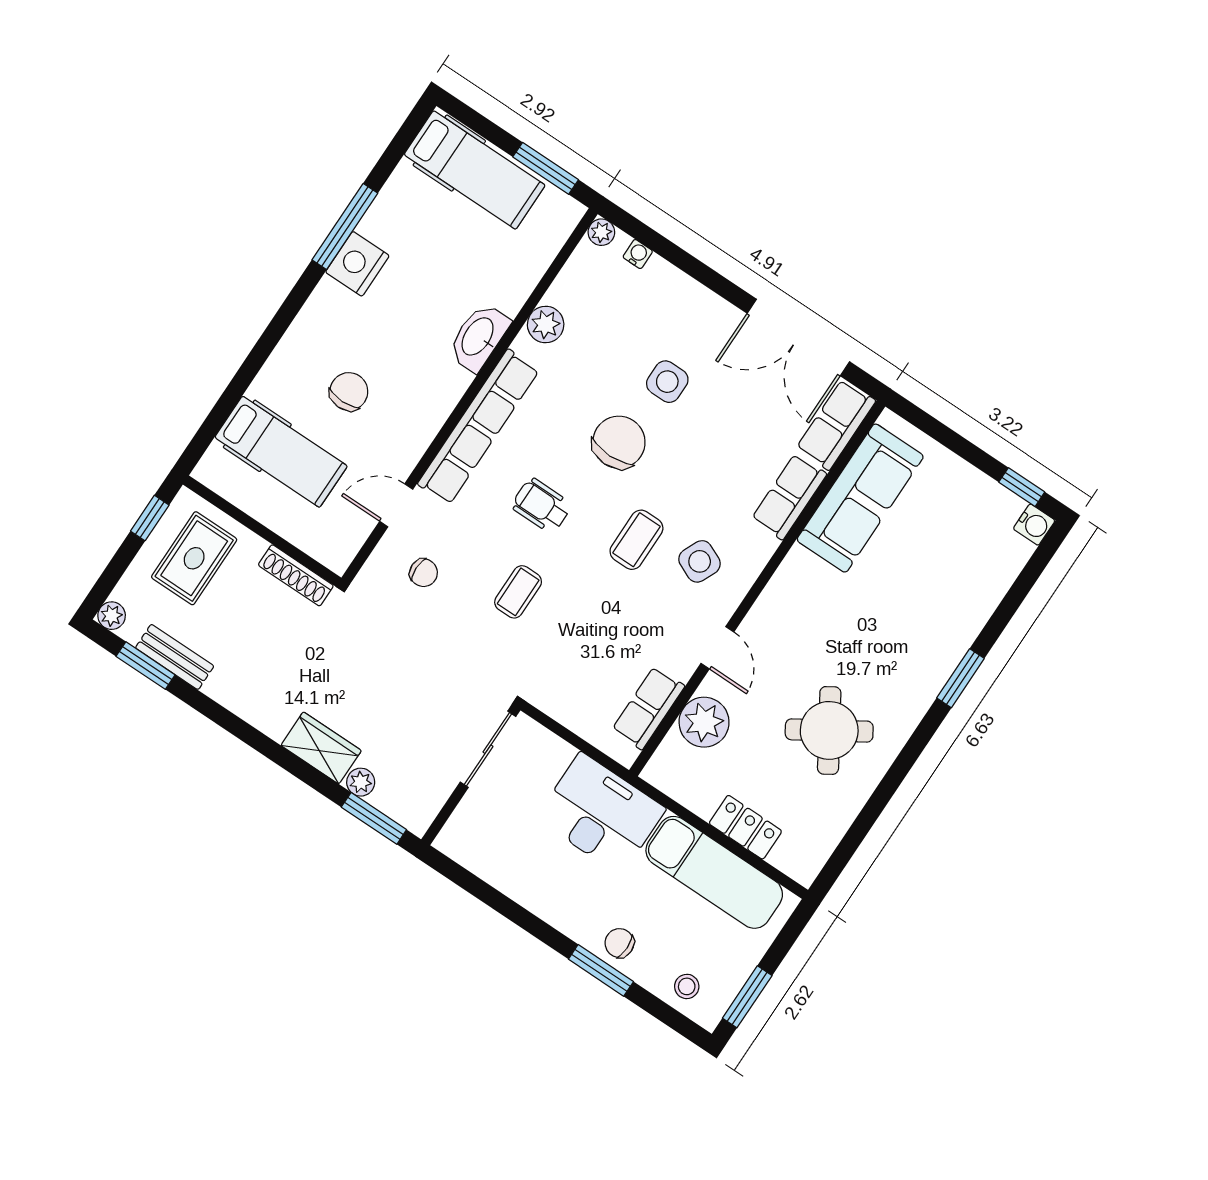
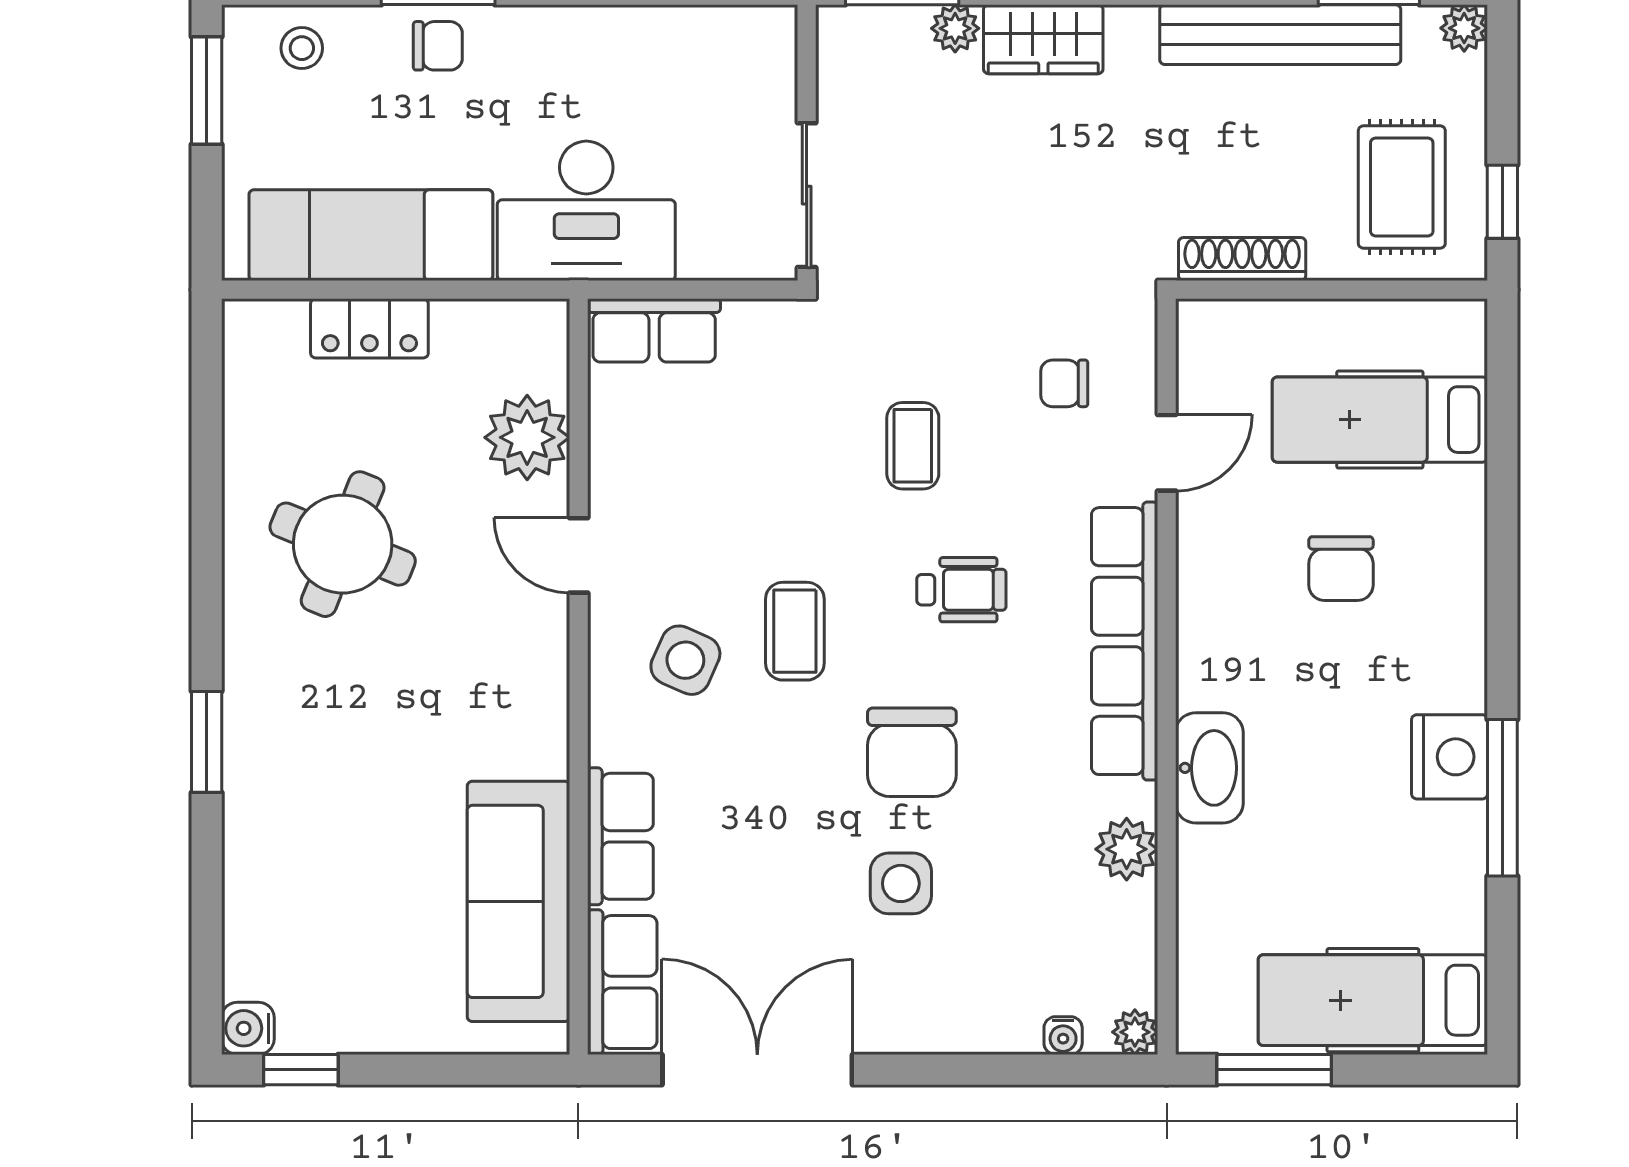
bench: (175, 657) -> (1280, 35), width x1.86, depth x1.21
row of seats: (648, 708) -> (654, 330), moved, turned 90
round table: (829, 730) -> (343, 544), turned -36

